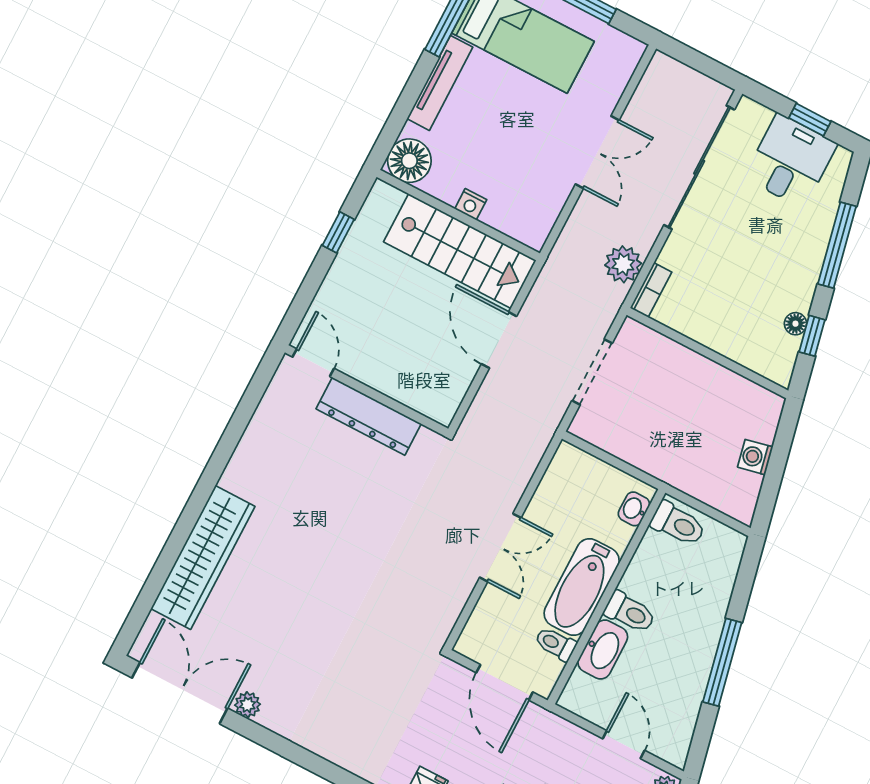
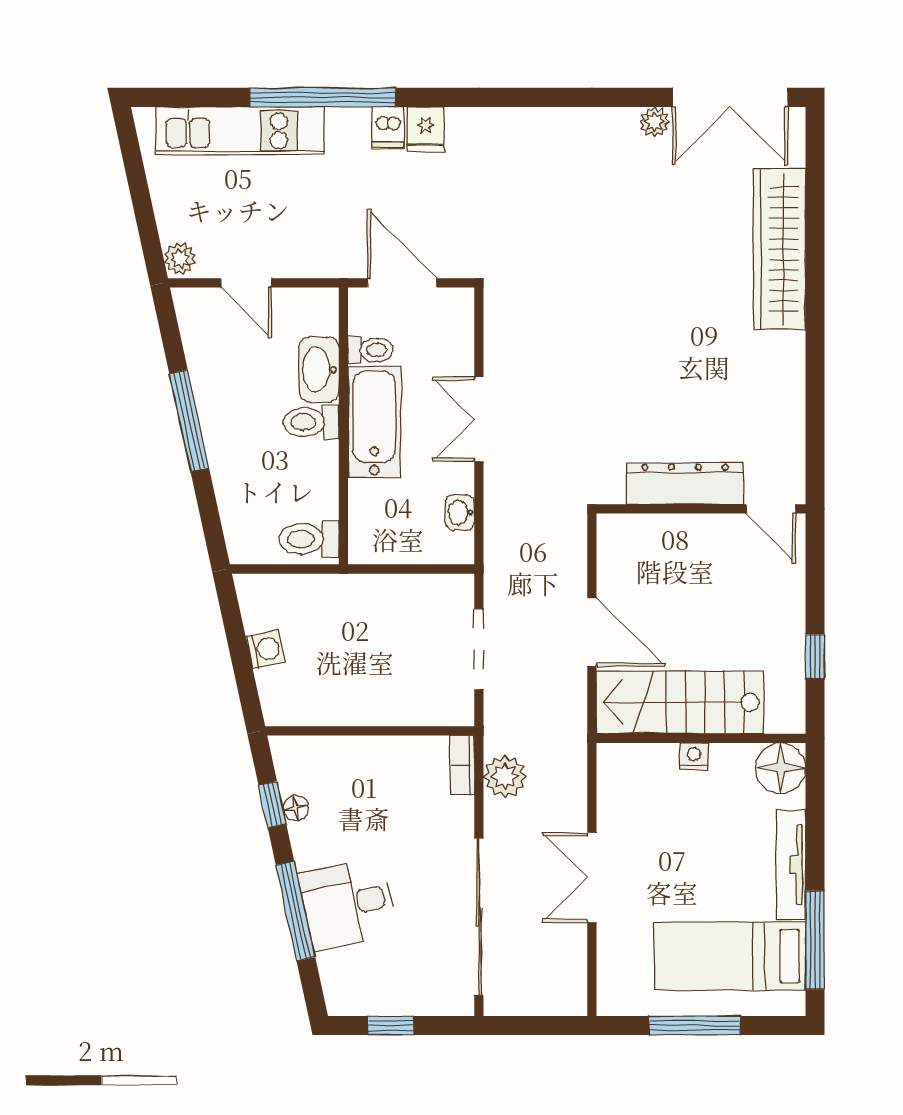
desk: (791, 161) -> (348, 904), moved, turned 78
washbasin: (634, 509) -> (460, 512), moved, turned 180

